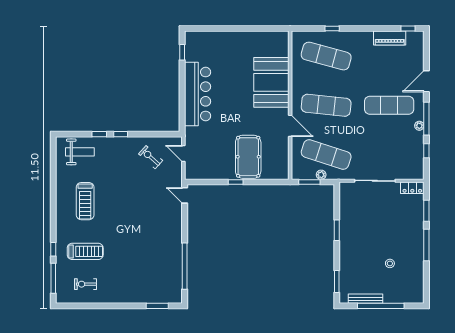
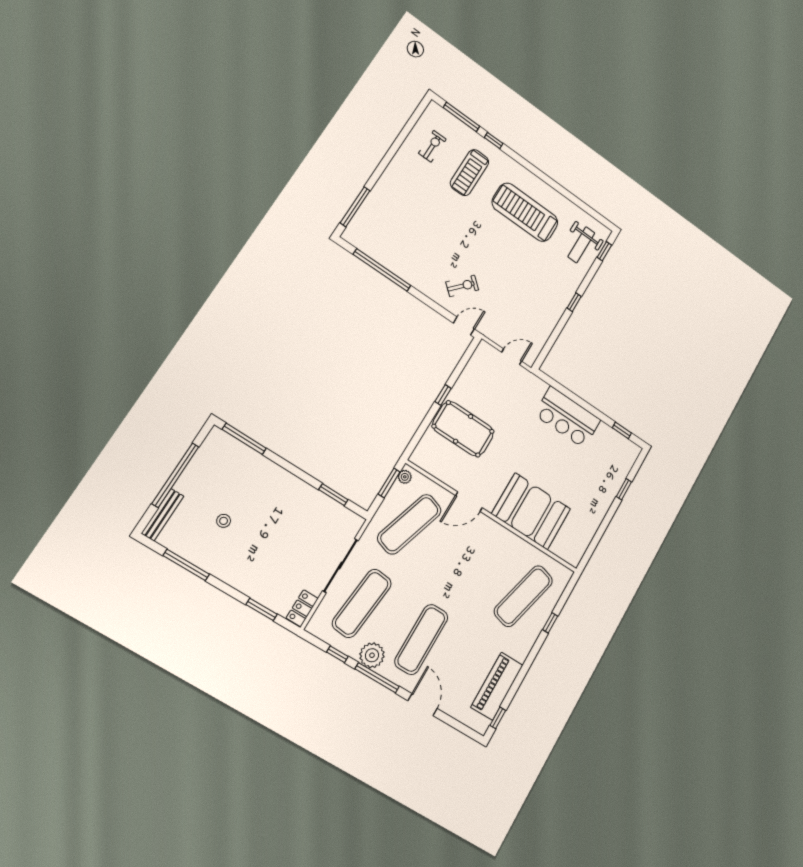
window: (219, 29) -> (624, 489), added
piano: (390, 38) -> (497, 686), width x1.37, depth x1.33
bar counter: (198, 94) -> (568, 417), width x0.73
exercise mat: (326, 105) -> (362, 603), moved
plant: (419, 126) -> (372, 655), width x1.88, depth x1.88
window: (99, 134) -> (604, 251), moved
exercise bike: (151, 157) -> (462, 286), moved
plant: (321, 175) -> (405, 477), moved
treadmill: (85, 201) -> (525, 212), width x1.37, depth x1.38
window: (337, 230) -> (333, 495), moved
window: (426, 245) -> (186, 565), moved
window: (337, 282) -> (244, 439), width x1.44
bench: (366, 299) -> (163, 515), moved
window: (157, 306) -> (355, 207), width x1.44

